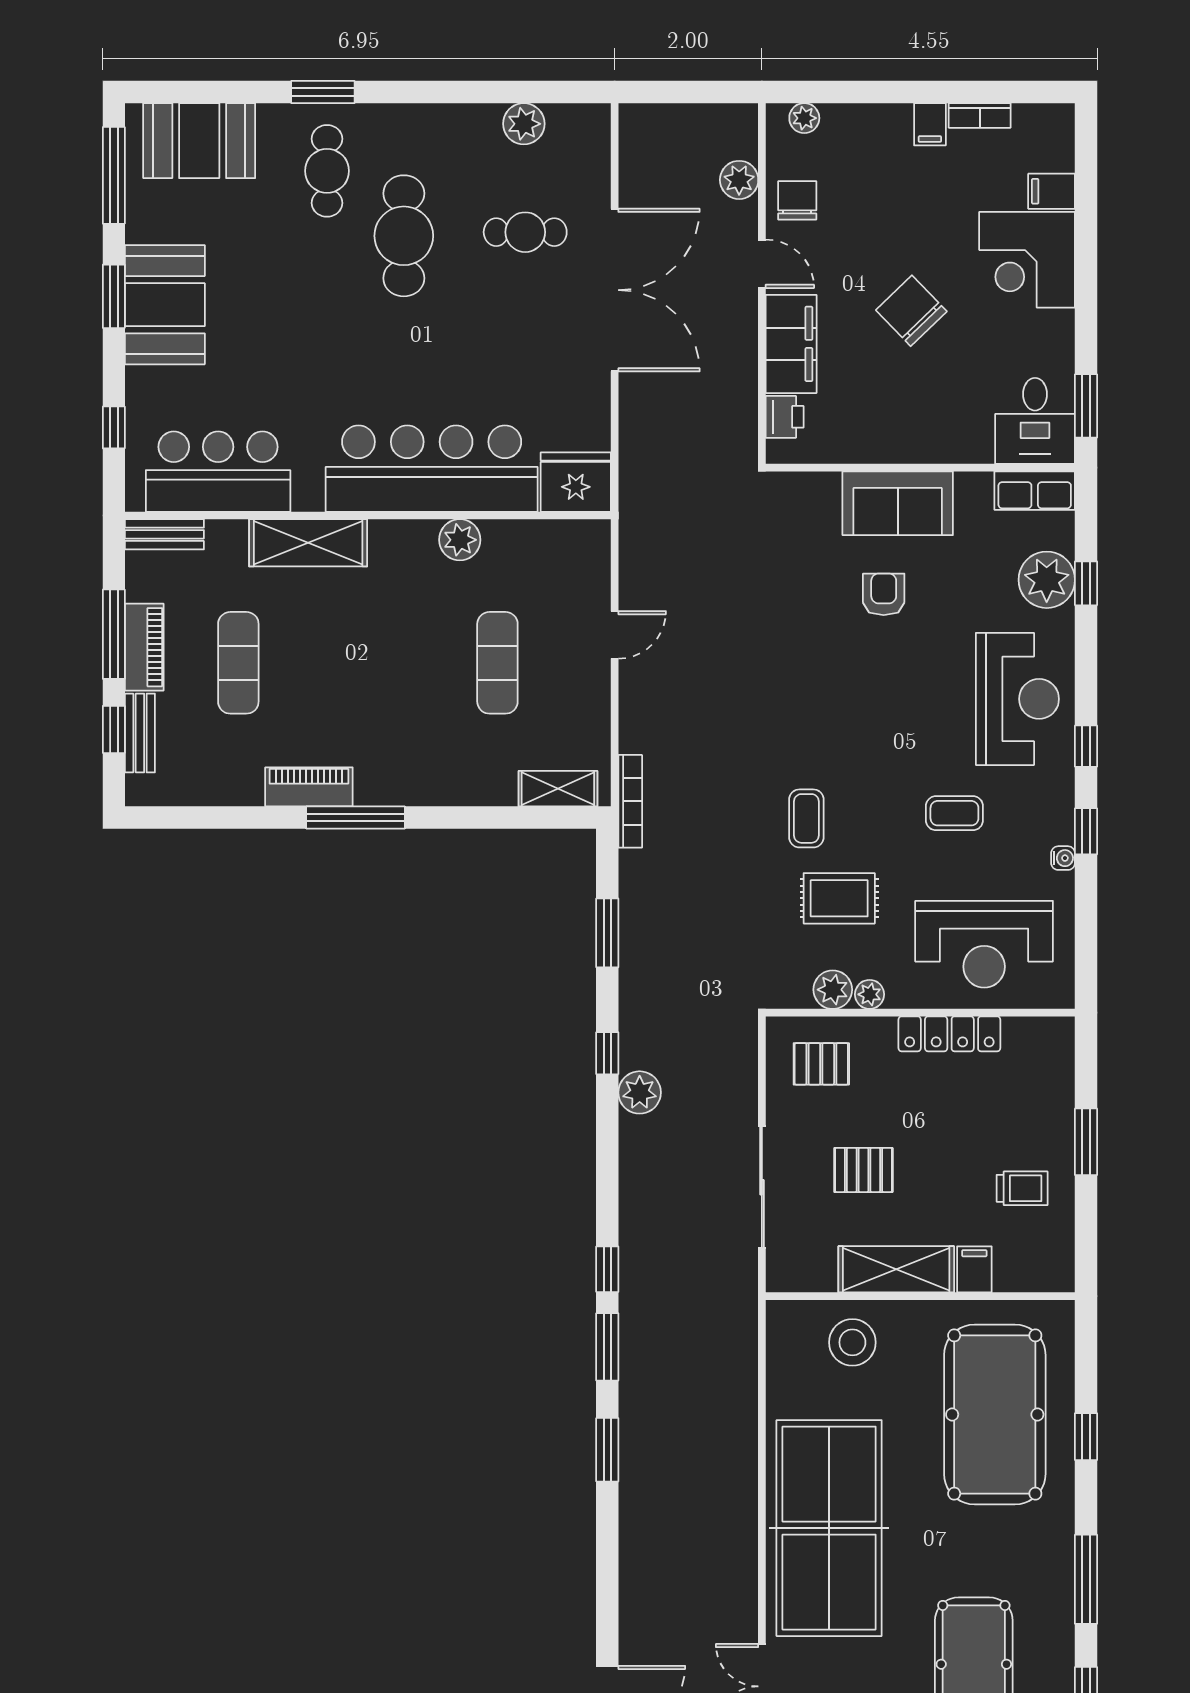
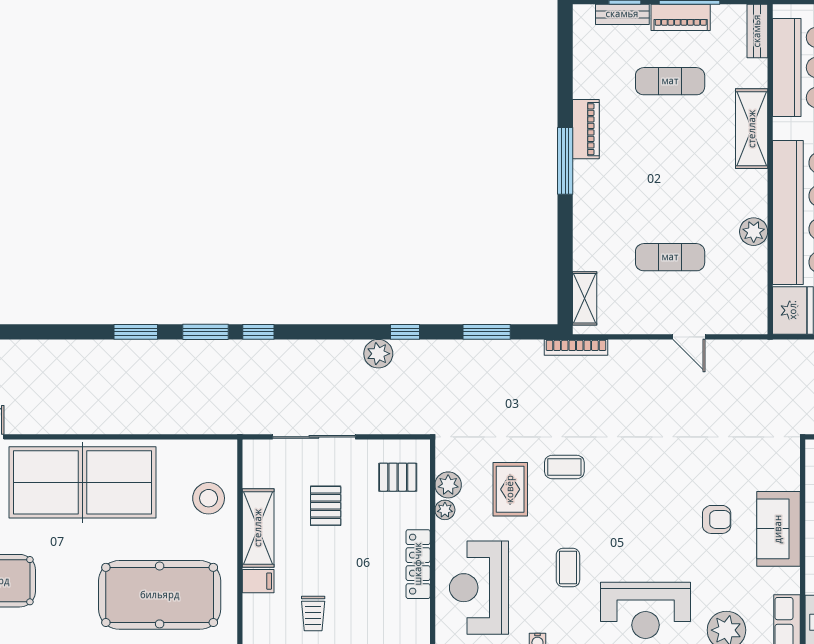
pallet: (821, 1064) -> (398, 477), turned 90

